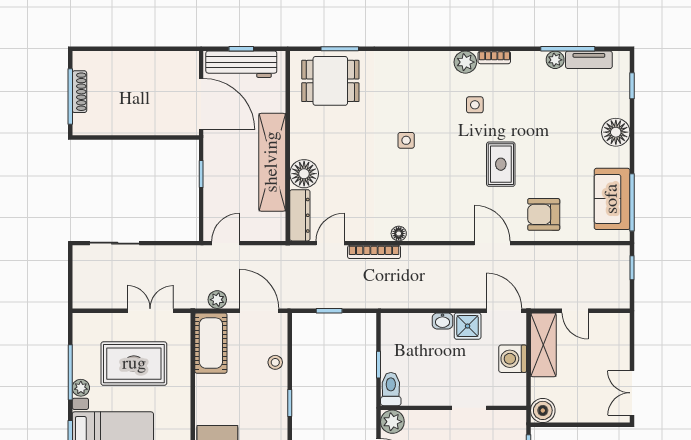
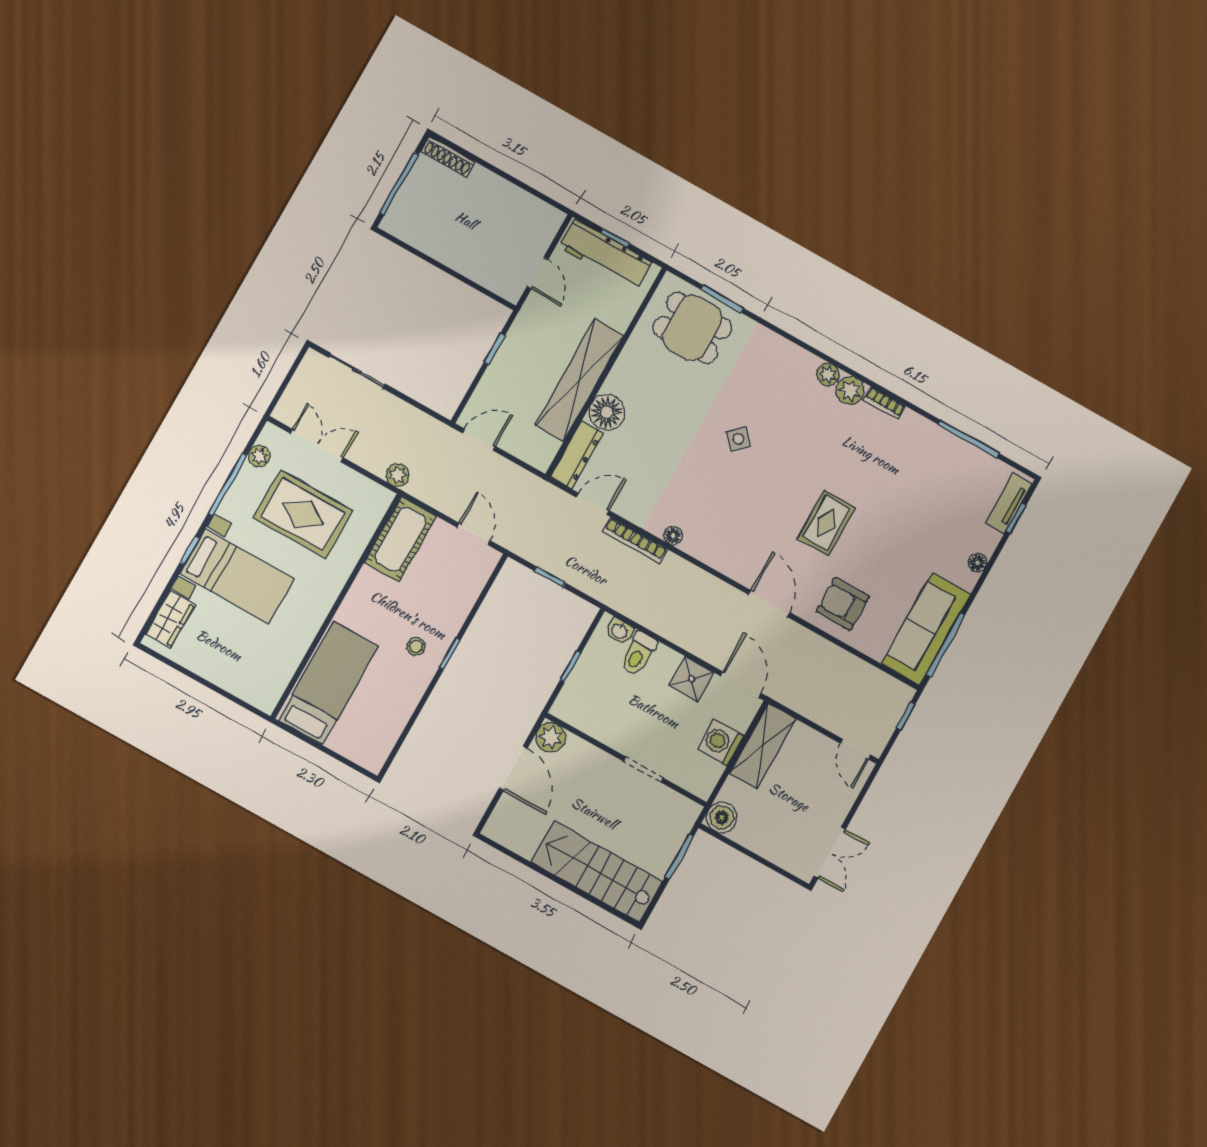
plant: (555, 60) -> (828, 375), moved
tv unit: (589, 60) -> (1009, 503), moved, turned 90
shoe rack: (79, 92) -> (448, 156), moved, turned 90
door: (201, 104) -> (538, 273), width x0.53
side table: (475, 105) -> (835, 443), removed
floor lamp: (616, 132) -> (978, 563), width x0.53, depth x0.53
side table: (406, 140) -> (738, 439), turned 45
sofa: (612, 199) -> (926, 629), width x1.36
plant: (217, 300) -> (398, 475), moved
double door: (150, 311) -> (317, 445), moved
door: (259, 311) -> (473, 534), width x0.73
door: (575, 311) -> (856, 749), moved
washbasin: (443, 321) -> (619, 631), moved
stool: (275, 362) -> (416, 646), moved
plant: (81, 388) -> (259, 456), moved
toilet: (391, 389) -> (638, 654), moved, turned 180
double door: (632, 393) -> (830, 853), swing flipped

